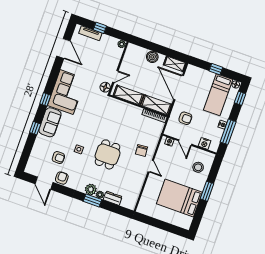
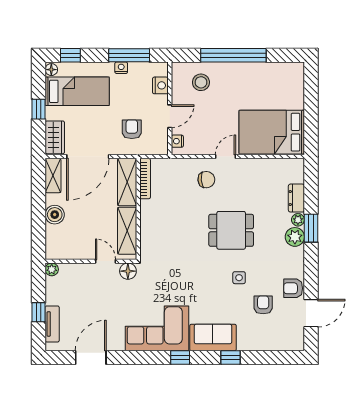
wardrobe: (196, 73) -> (55, 137), added
window: (207, 191) -> (233, 55), width x2.11
bed: (179, 198) -> (272, 132), moved, turned 90

